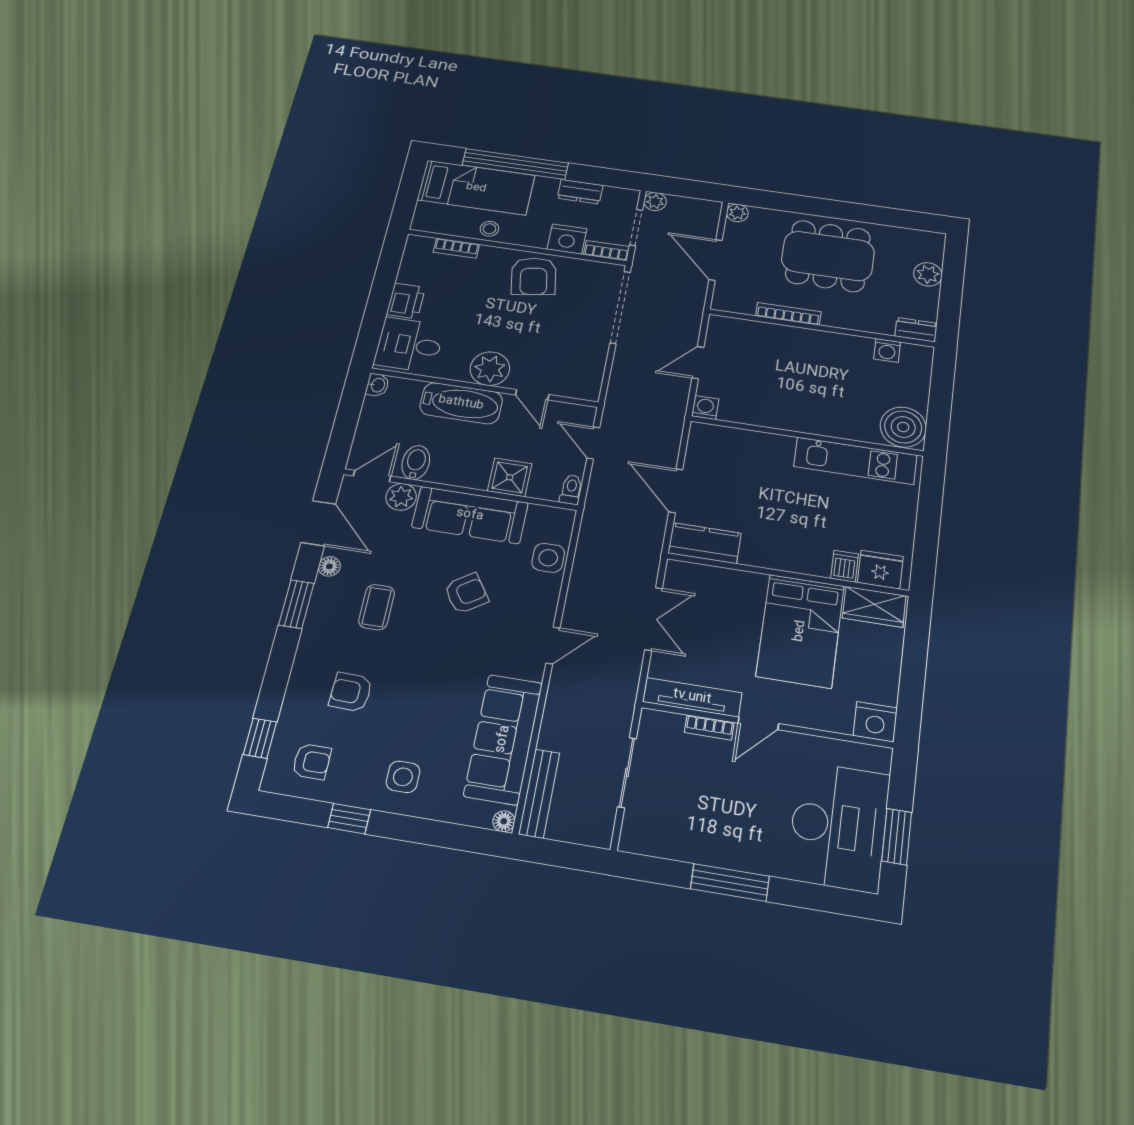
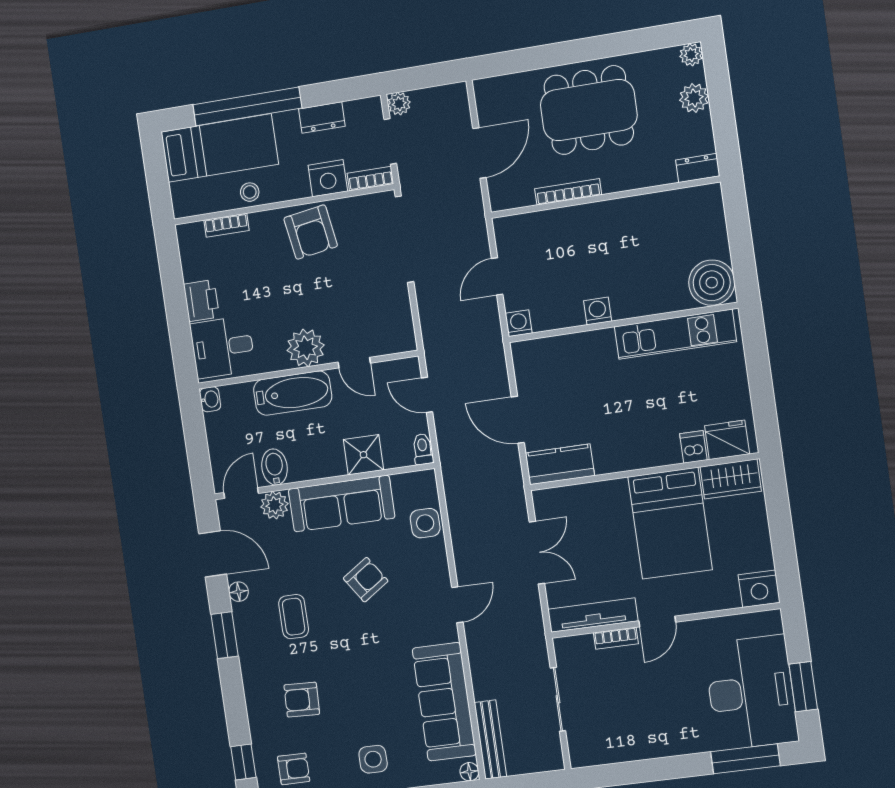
plant: (737, 213) -> (691, 55), moved
door: (716, 260) -> (479, 153), swing flipped
washing machine: (887, 350) -> (598, 311), moved, turned 180
window: (730, 882) -> (745, 759), moved

